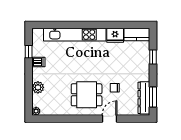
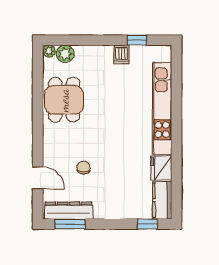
window: (153, 57) -> (147, 224), moved
plant: (38, 87) -> (65, 54), moved
dining table: (87, 95) -> (64, 100), moved
door: (110, 119) -> (38, 178), moved

